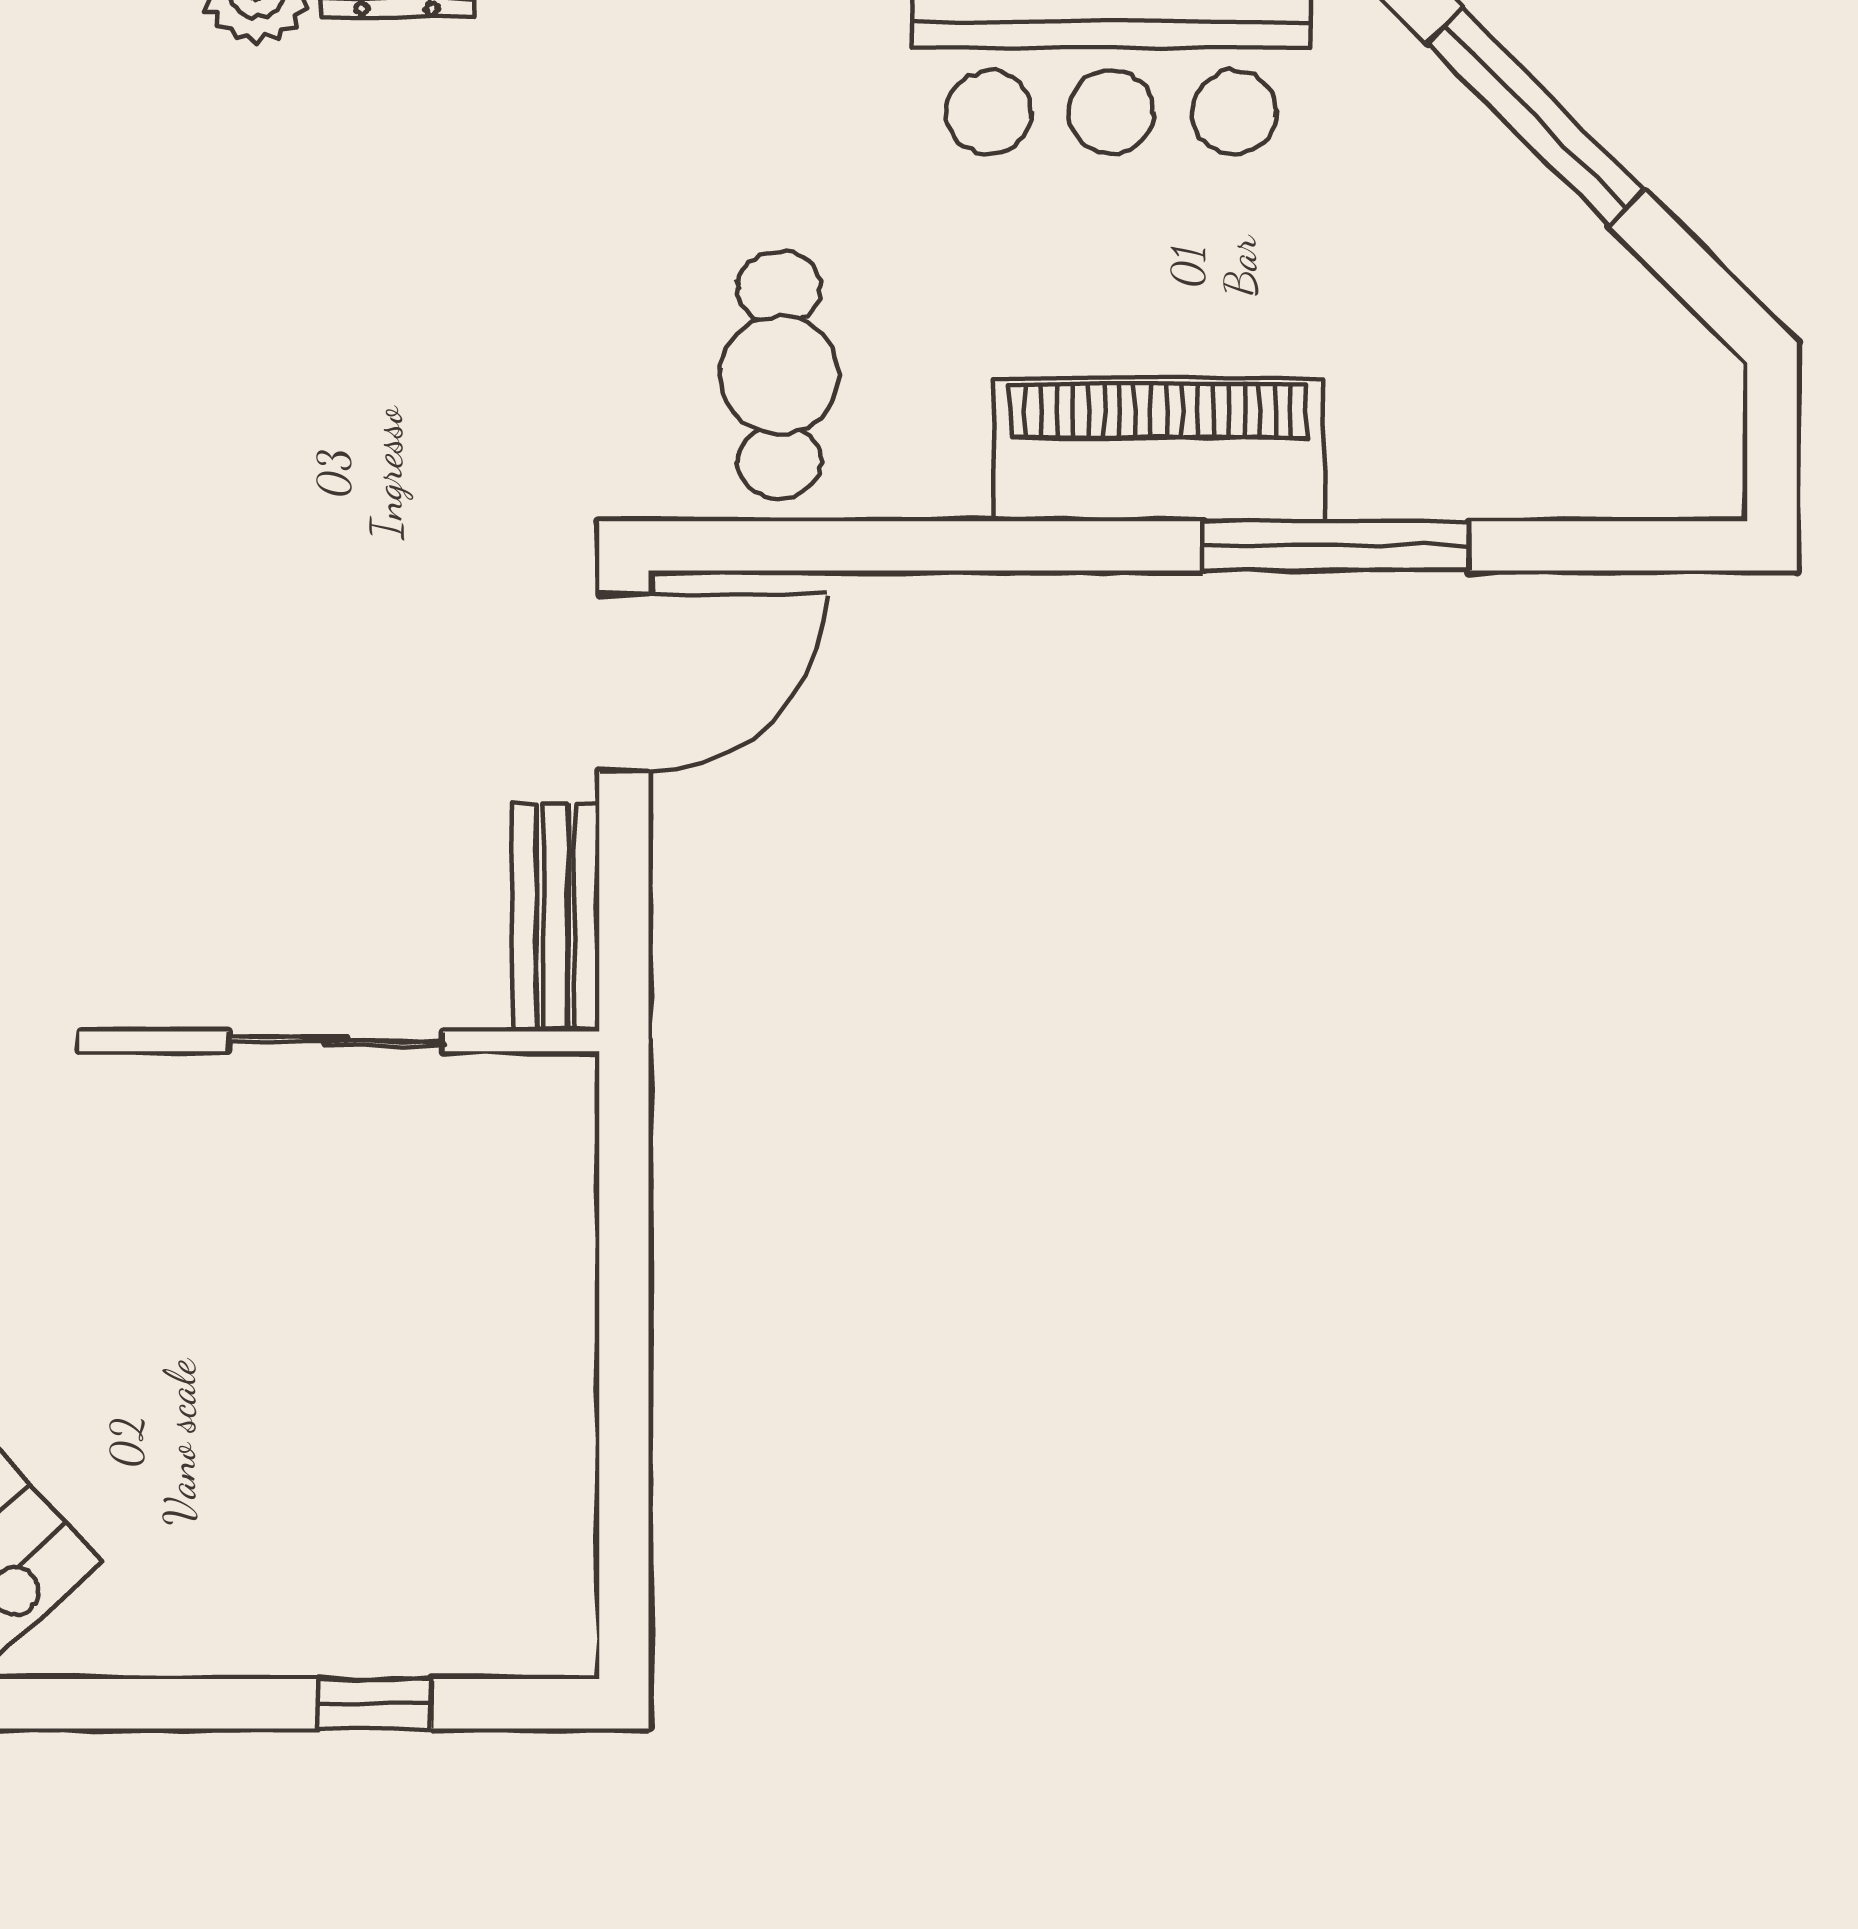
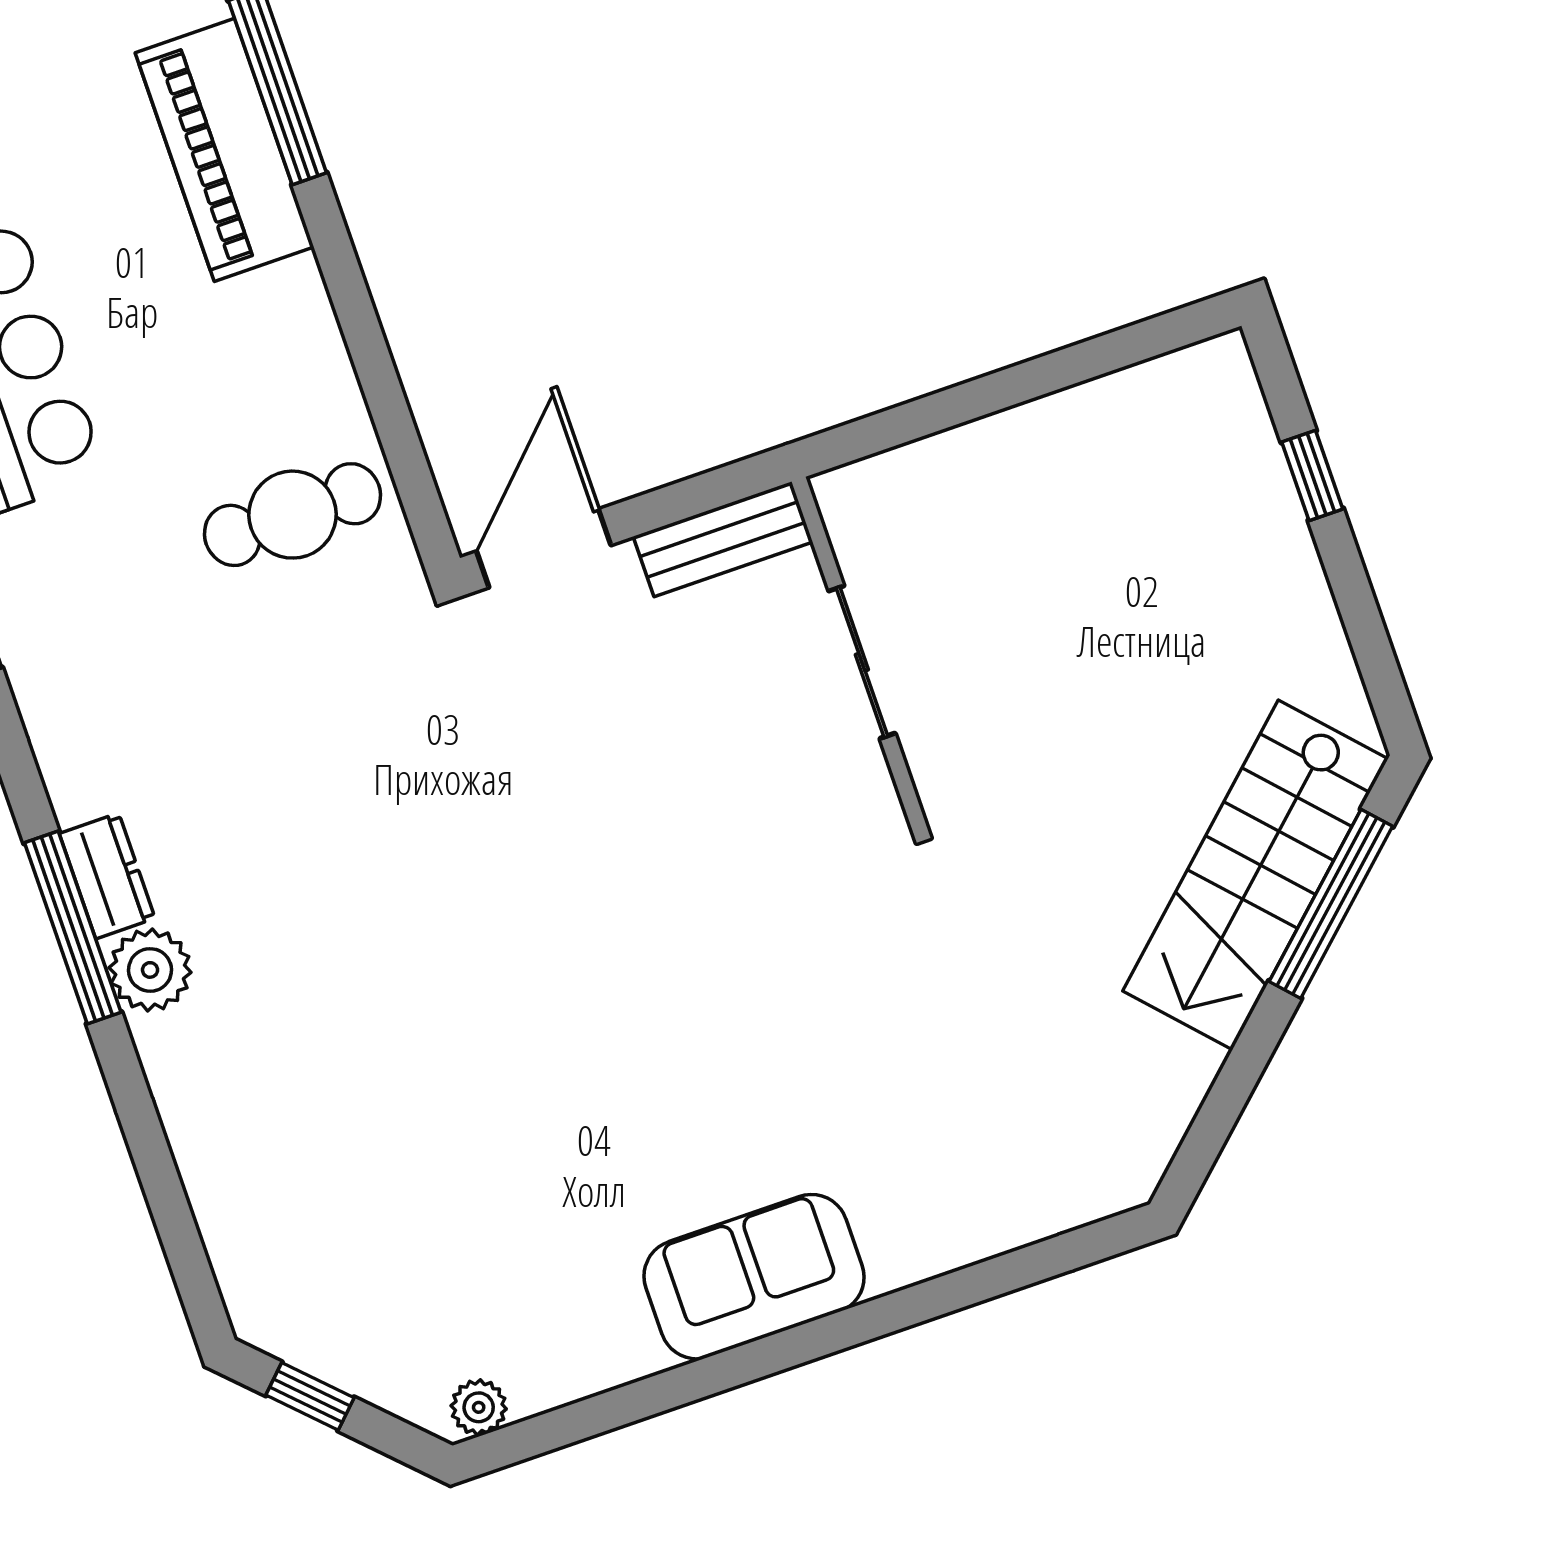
piano: (1159, 450) -> (225, 150), moved
door: (624, 683) -> (544, 548), hinge flipped

